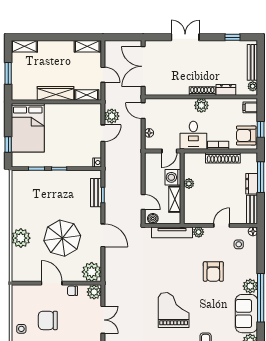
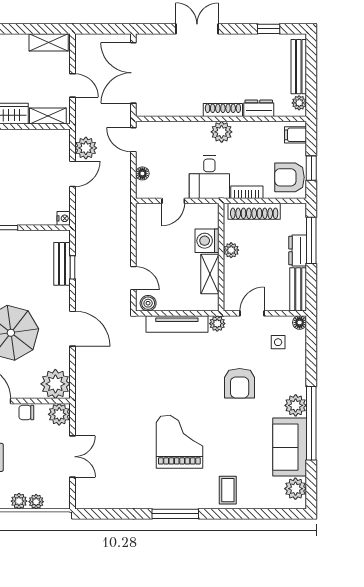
washing machine: (173, 177) -> (207, 241), moved
plant: (189, 184) -> (231, 250), moved
wall: (182, 188) -> (221, 257), moved
shelving: (175, 199) -> (210, 274), moved

